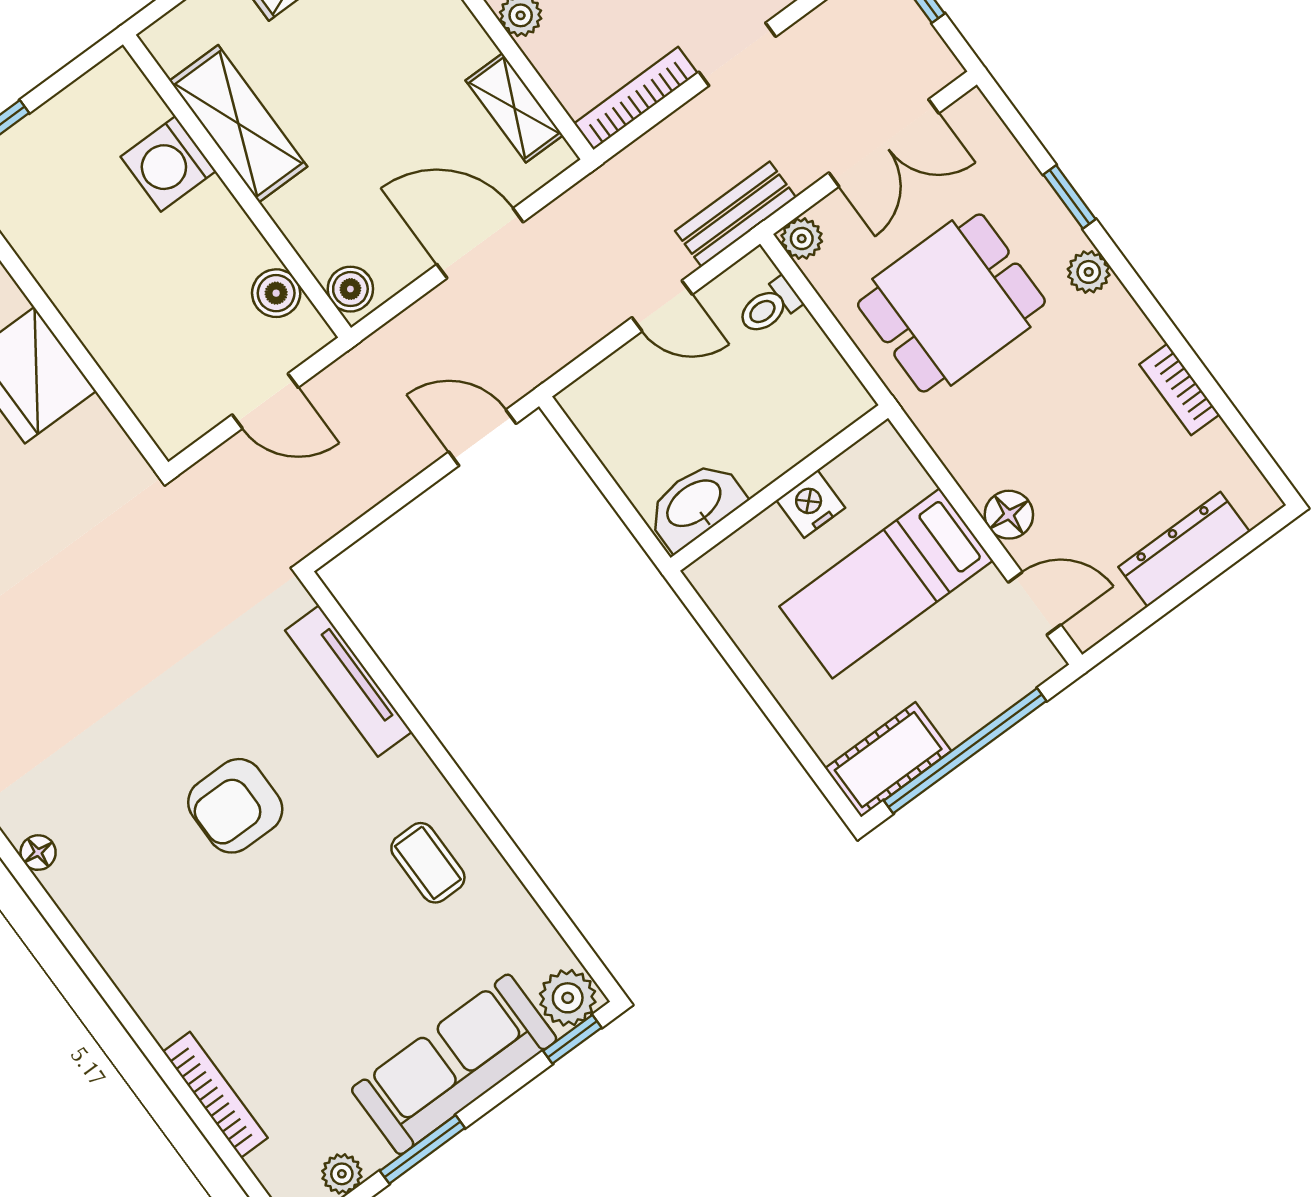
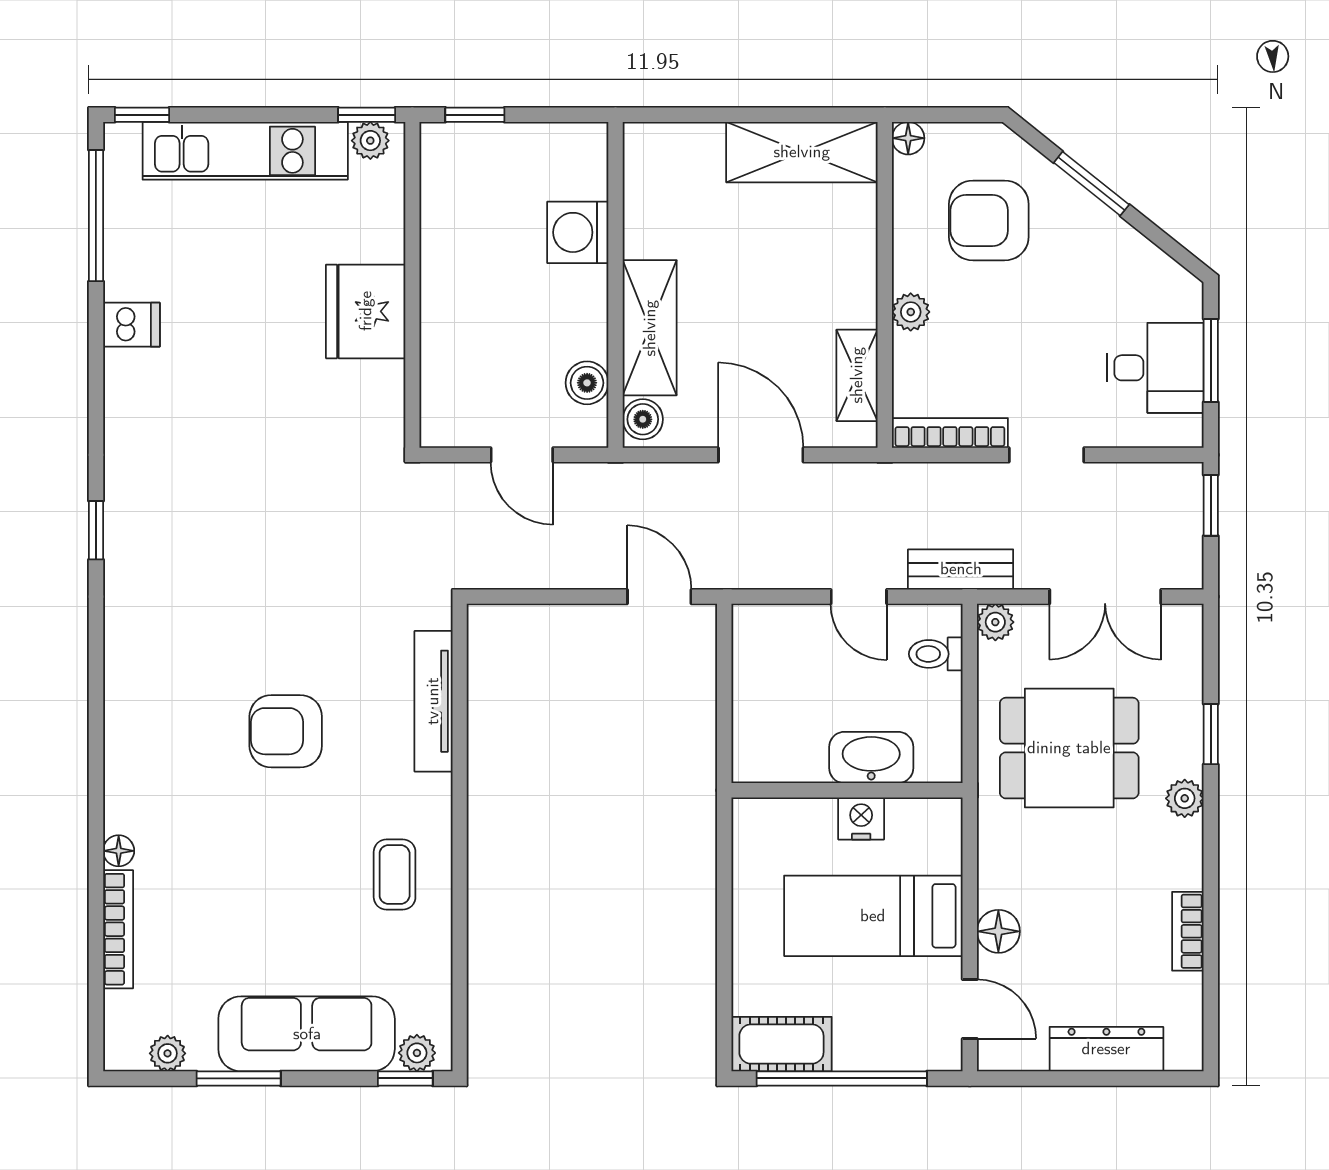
shelving: (238, 124) -> (650, 328), moved
washbasin: (695, 505) -> (871, 757), moved
floor lamp: (38, 853) -> (119, 851), moved
plant: (568, 998) -> (417, 1053), width x0.73, depth x0.73

